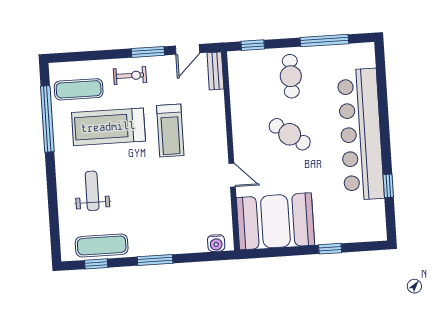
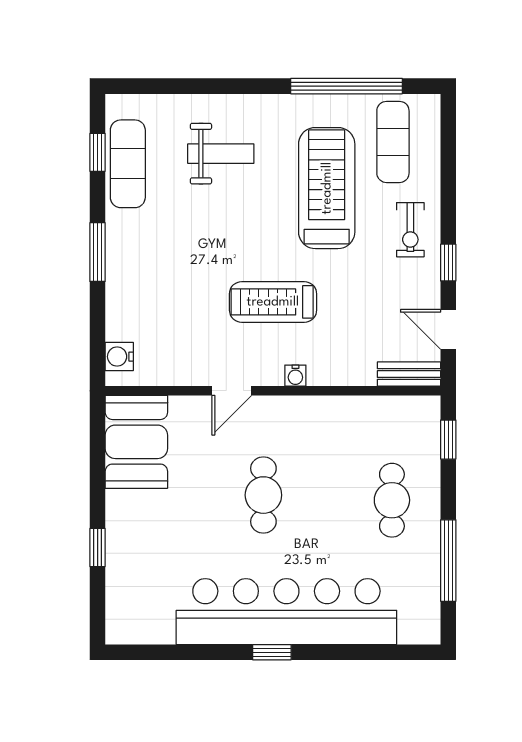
window: (148, 52) -> (448, 263), width x0.67
cafe table: (291, 76) -> (392, 500), turned 90
treadmill: (170, 131) -> (273, 302), moved
cafe table: (290, 134) -> (263, 495), moved, turned -36
water cooler: (221, 138) -> (295, 376), added
window: (388, 186) -> (272, 652), moved
booth: (275, 221) -> (136, 442), width x0.73, depth x0.70

